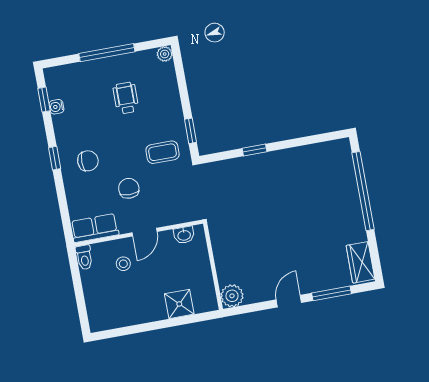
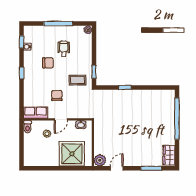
chair: (88, 161) -> (48, 63), moved
door: (289, 301) -> (117, 168), moved
shower: (179, 304) -> (72, 154), width x1.86, depth x1.86

